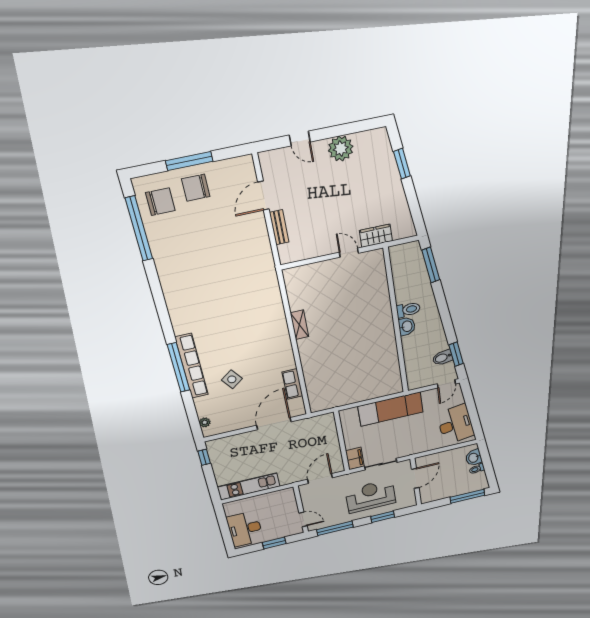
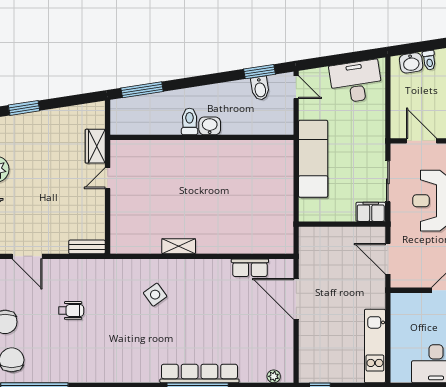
bench: (279, 227) -> (87, 247), moved
wheelchair: (221, 247) -> (71, 310), added
side table: (232, 379) -> (155, 295), moved

